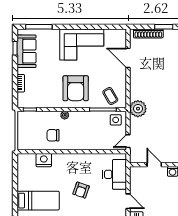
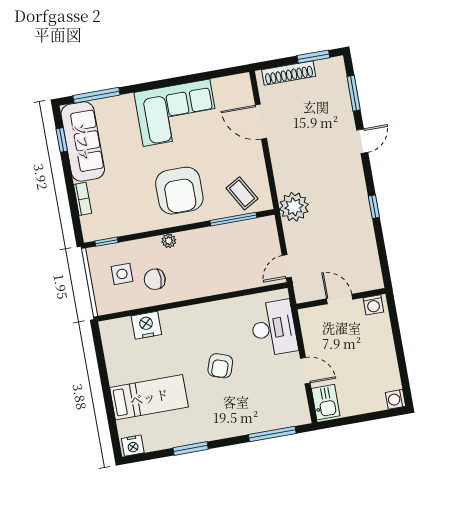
sofa: (27, 51) -> (83, 142), width x1.36
side table: (116, 120) -> (122, 274), moved

